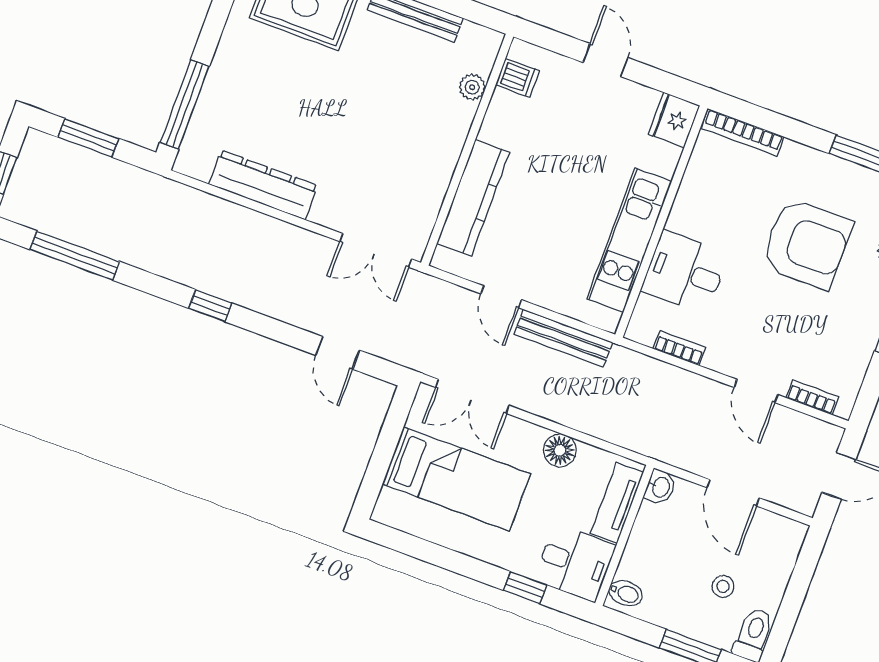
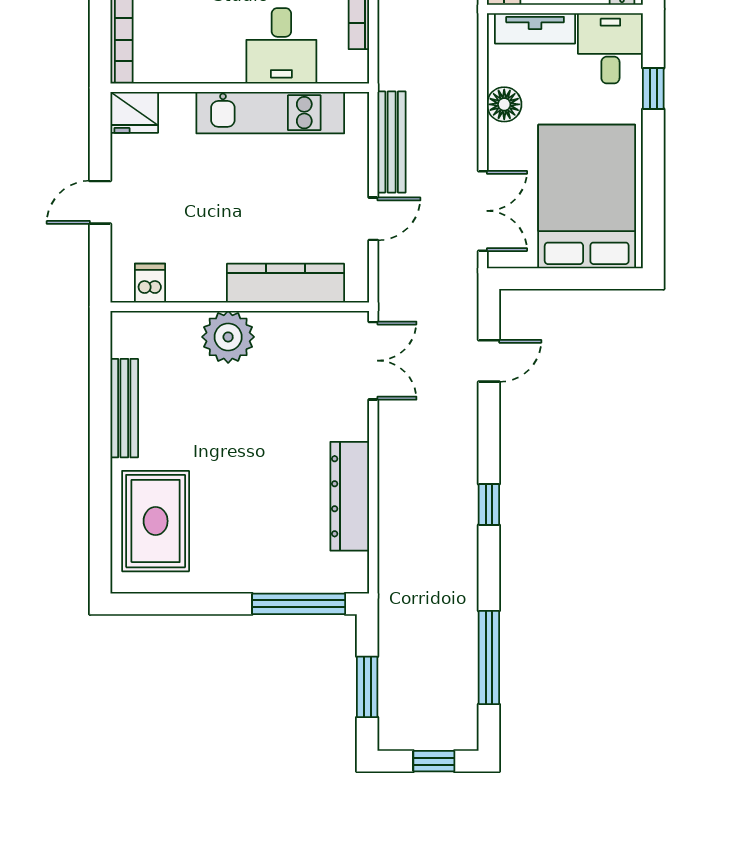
plant: (472, 87) -> (228, 337), moved, width x1.88, depth x1.88
bed: (456, 479) -> (587, 197), width x1.50

